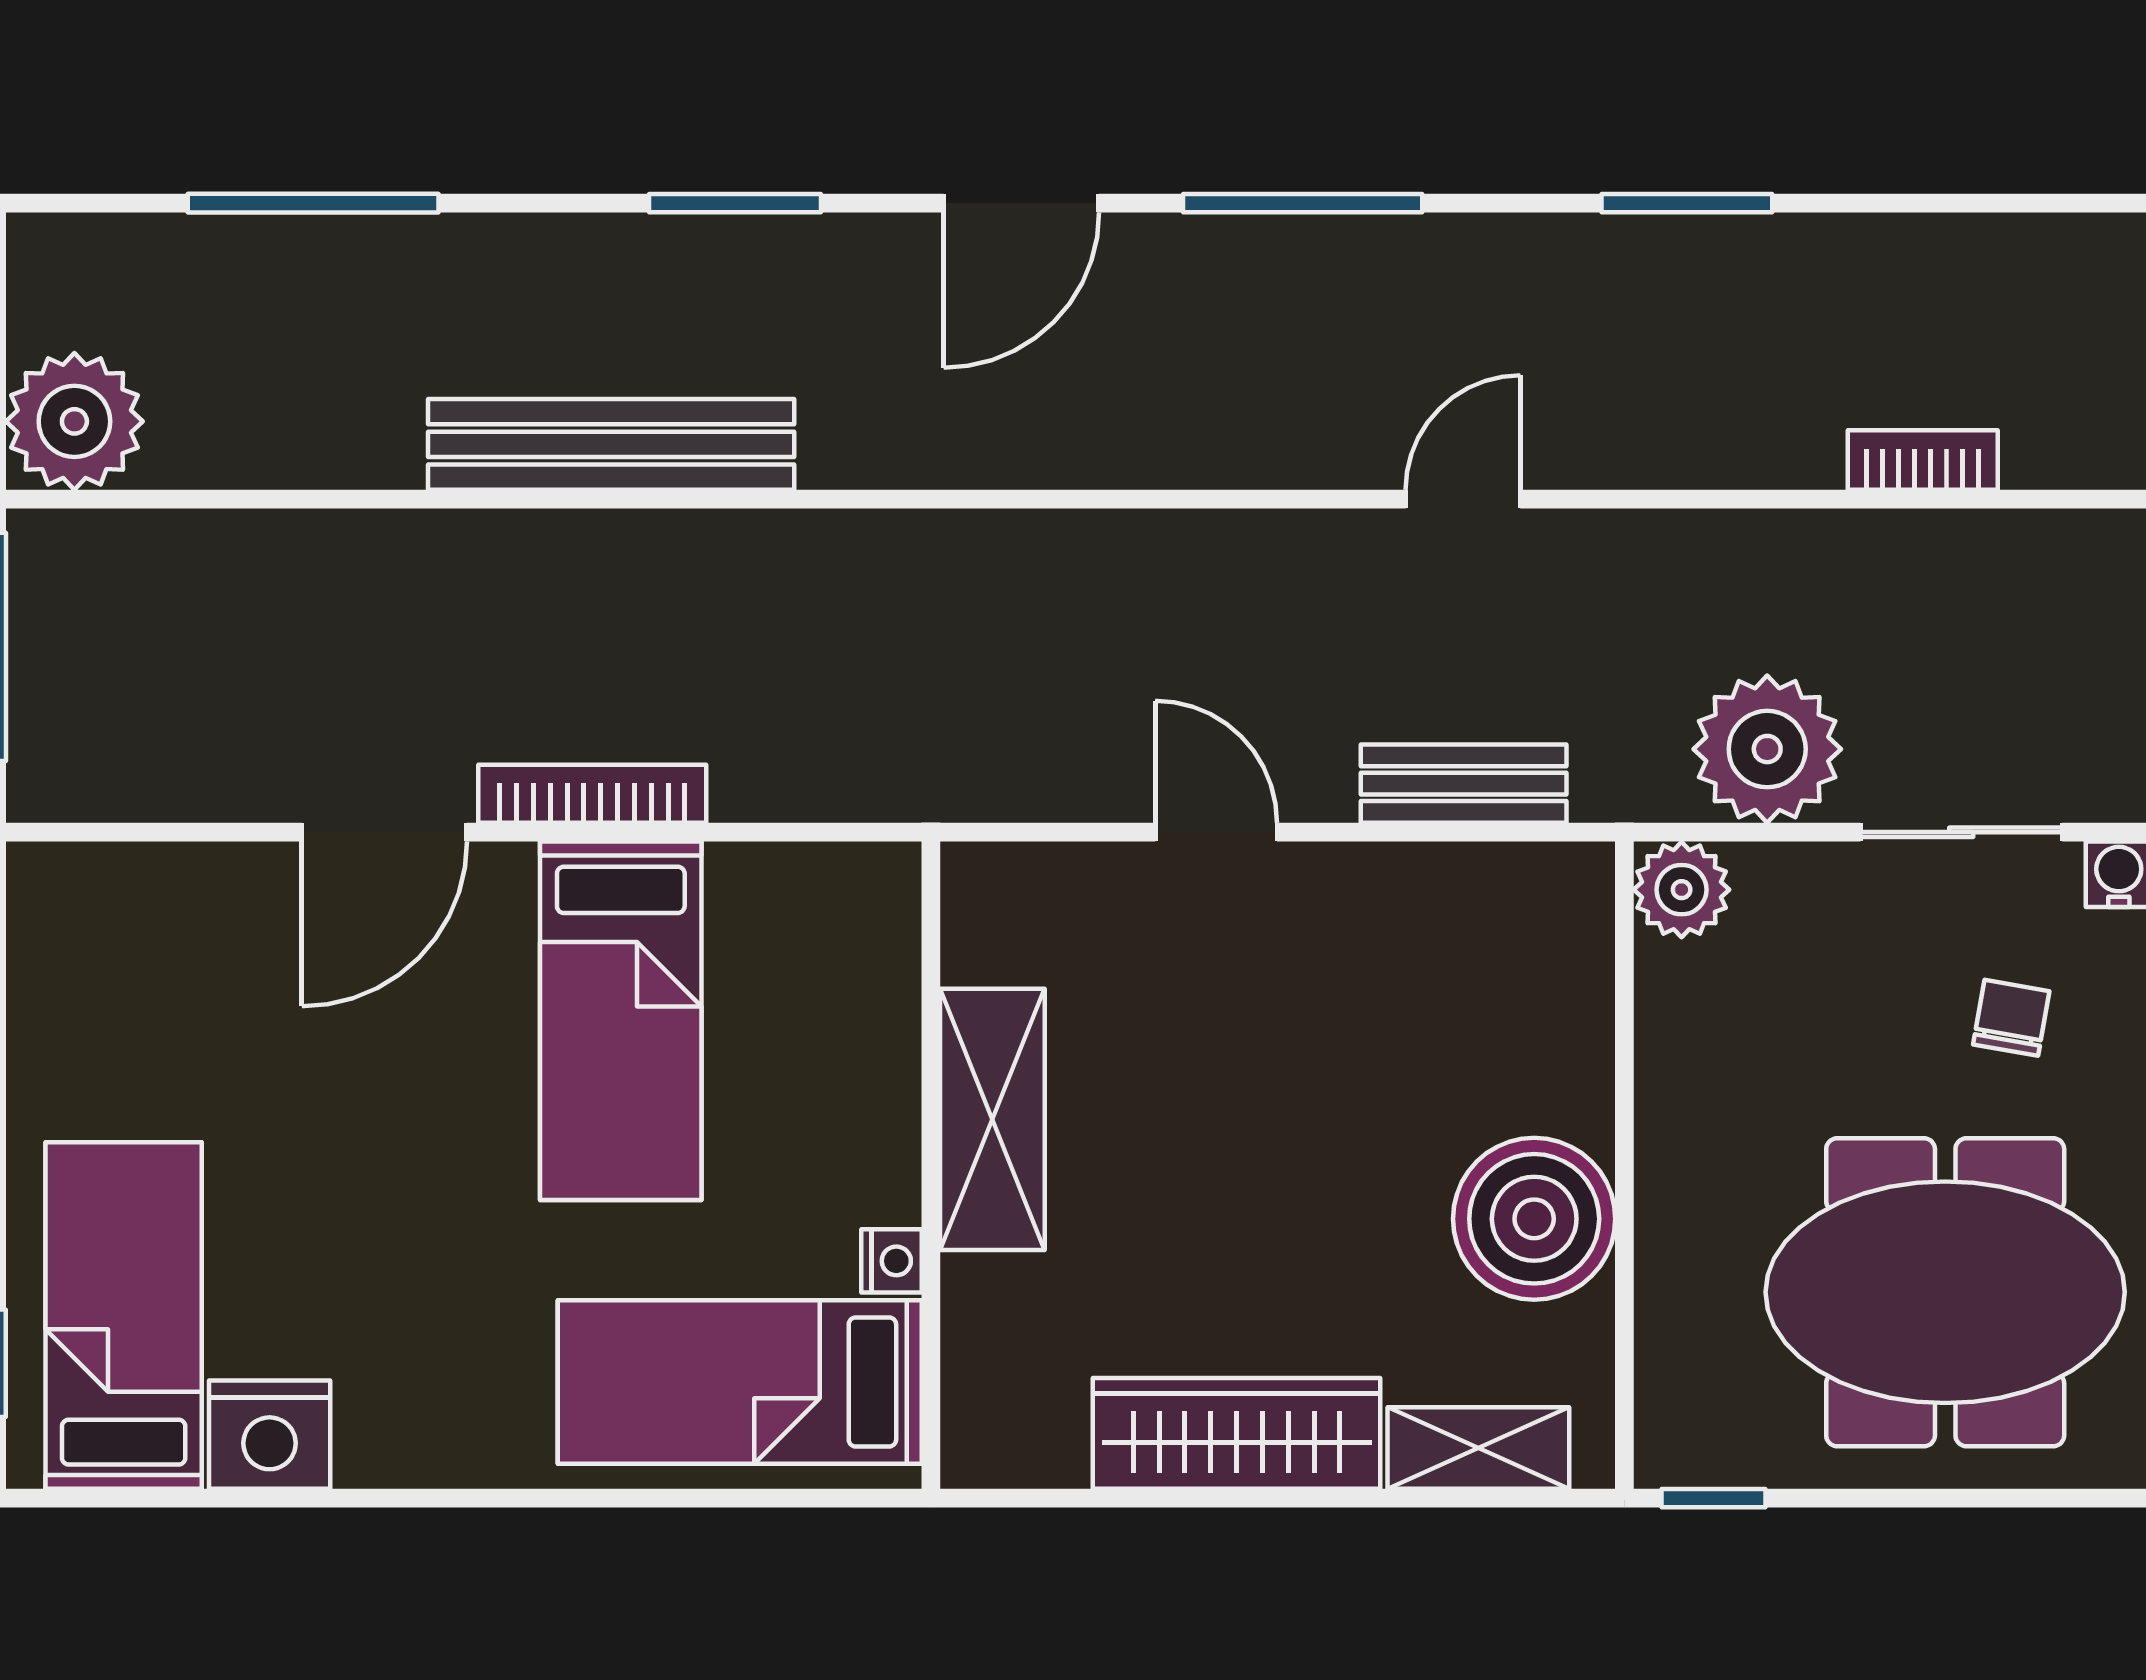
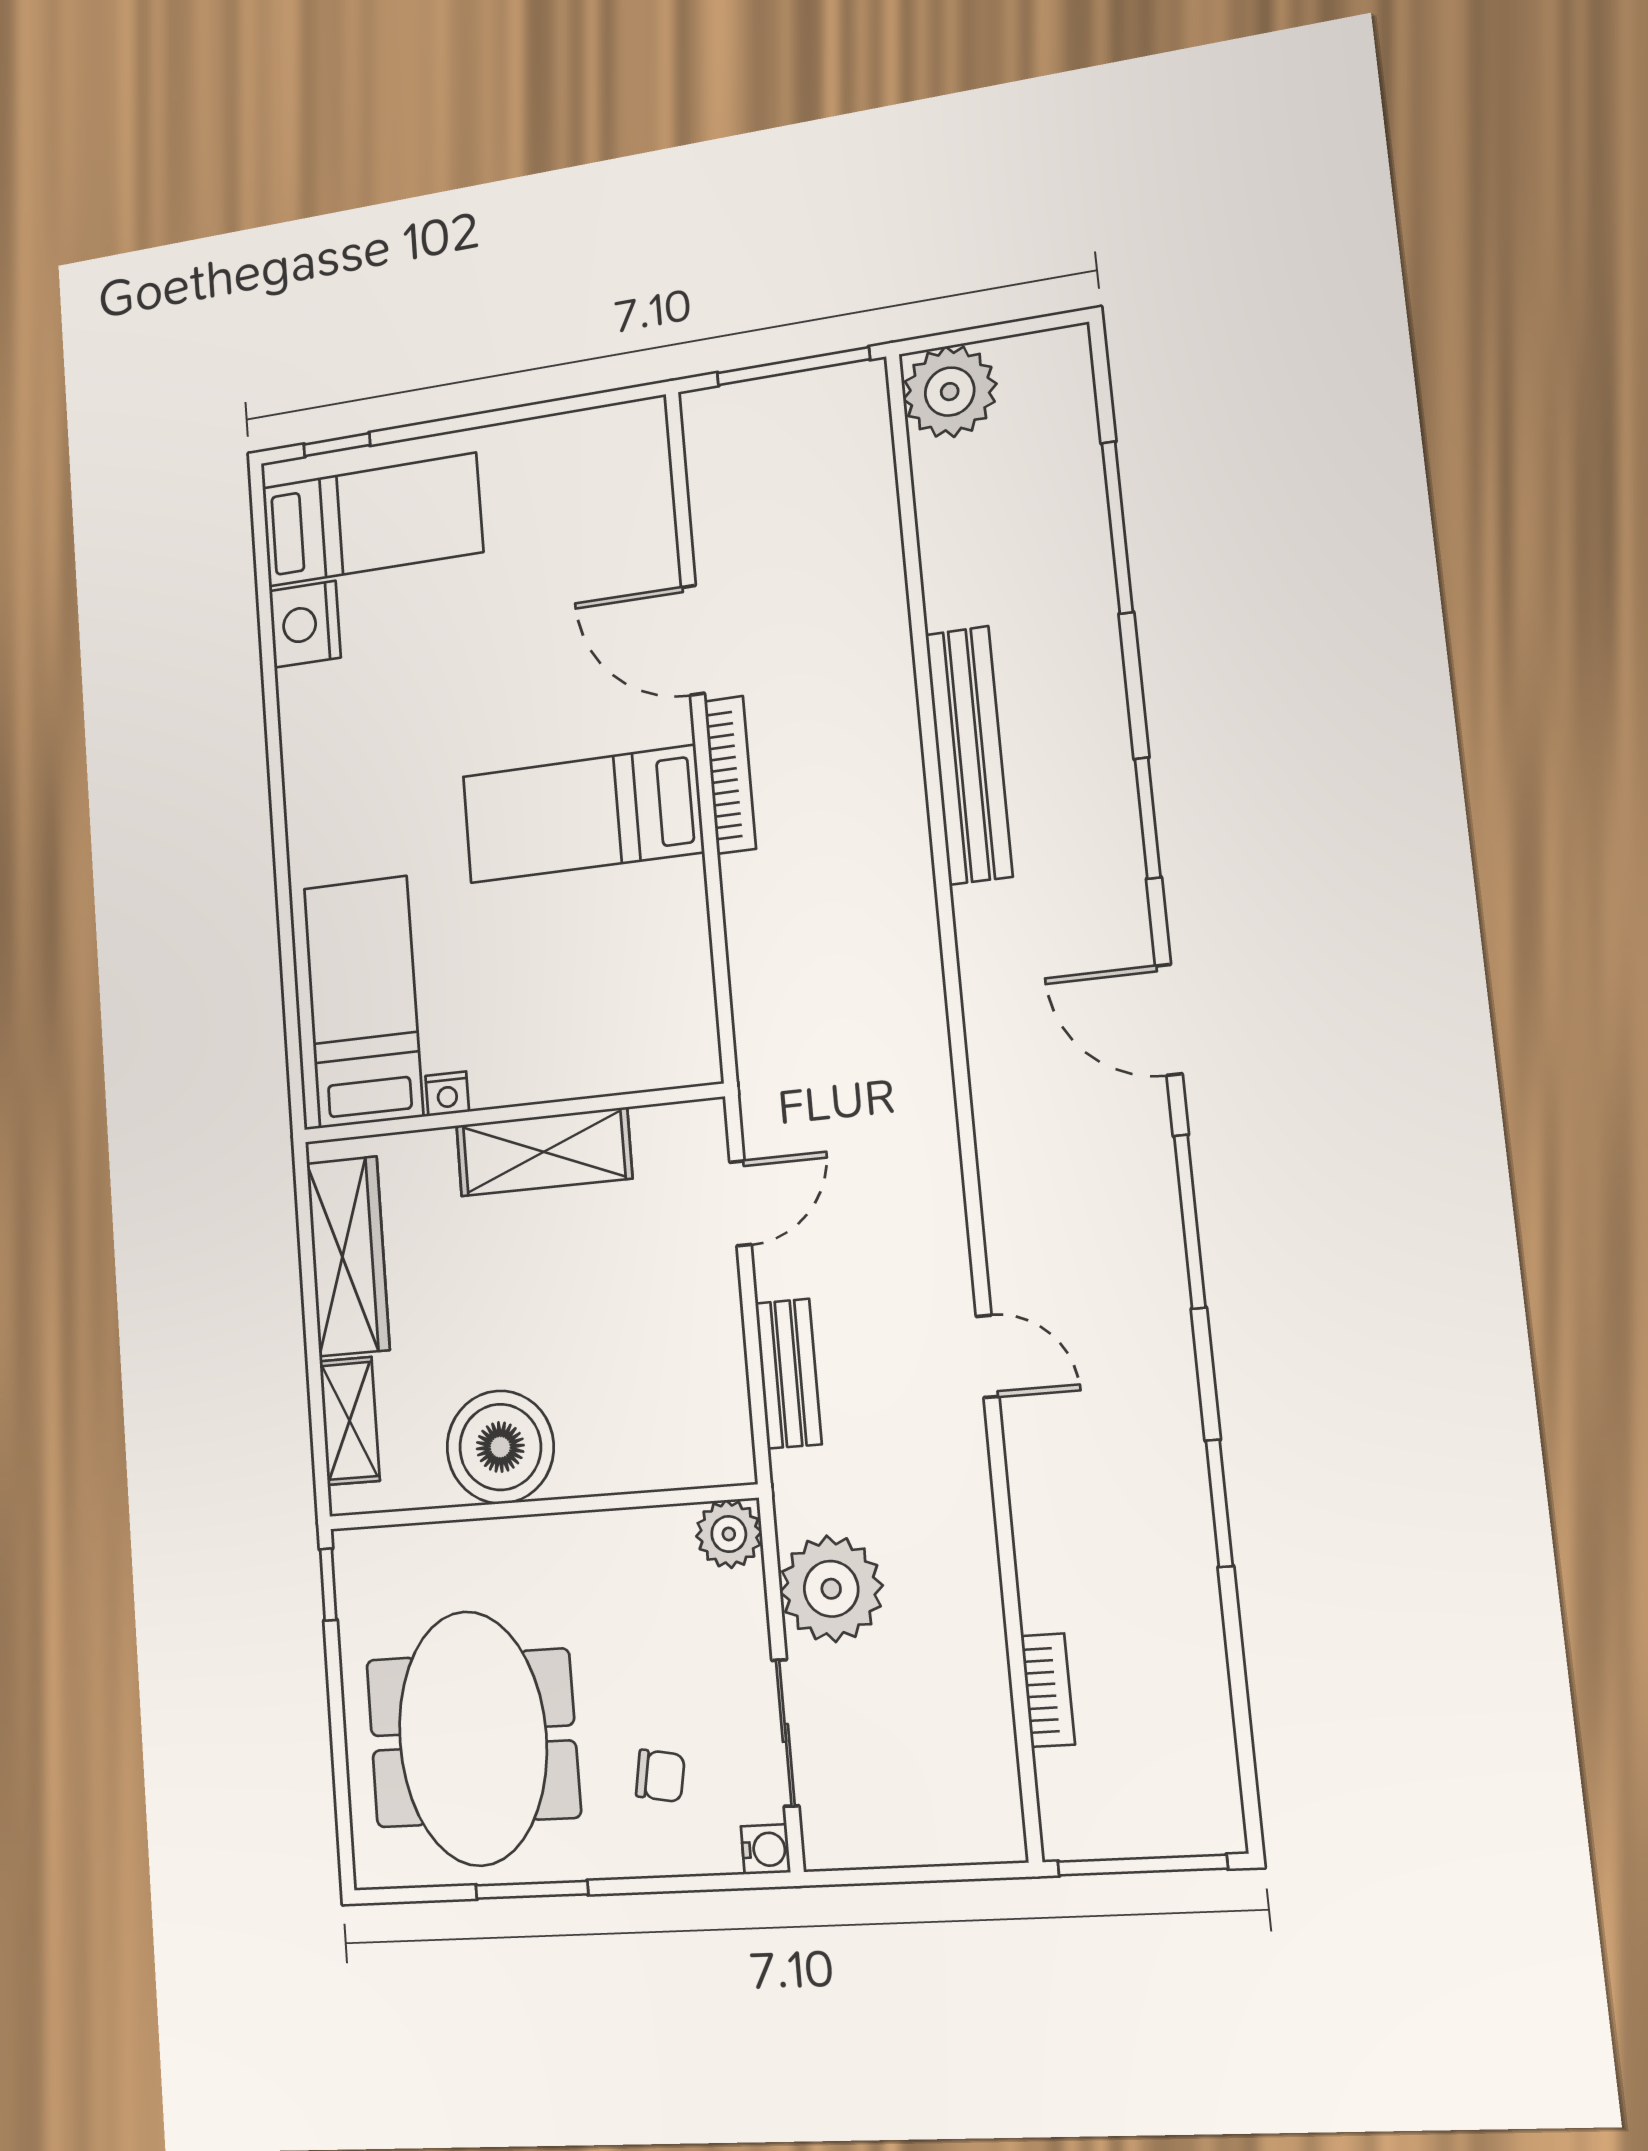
shelving: (992, 1119) -> (544, 1152), moved
wall: (931, 1165) -> (511, 1113), moved
nightstand: (891, 1261) -> (447, 1094), moved
bed: (740, 1382) -> (363, 1002), moved

